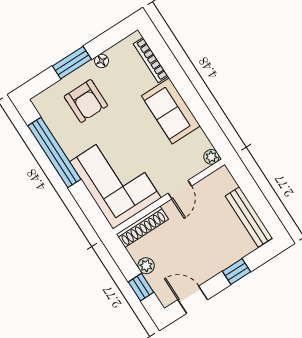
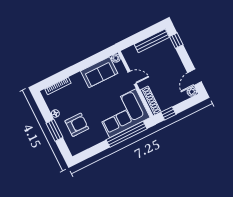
sofa: (171, 111) -> (99, 72), moved
window: (54, 153) -> (127, 134), moved
plant: (146, 266) -> (192, 92), moved
window: (237, 271) -> (176, 41), moved
window: (141, 287) -> (168, 113), moved

